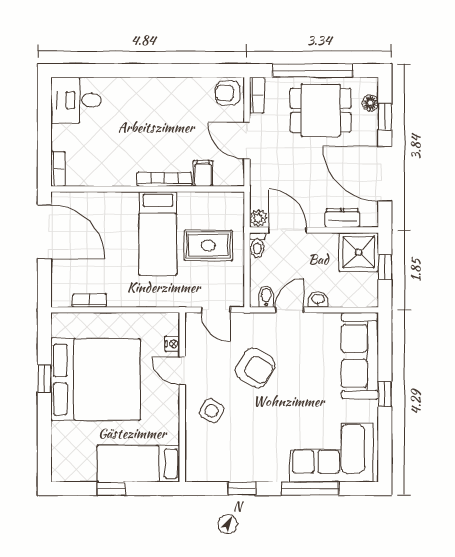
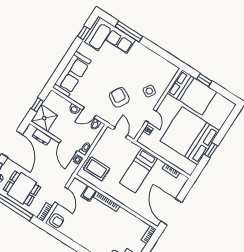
bed: (158, 233) -> (138, 171), moved, turned 180
rug: (208, 245) -> (97, 169), moved
window: (385, 394) -> (84, 33), moved
bed: (138, 464) -> (192, 92), width x1.50
window: (111, 489) -> (204, 80), moved
window: (242, 489) -> (158, 50), removed

